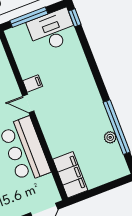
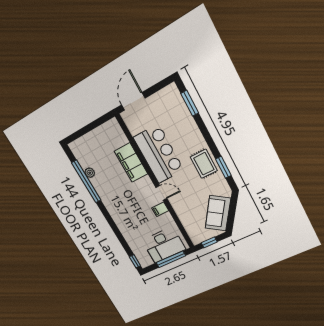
desk: (52, 31) -> (164, 245), moved
filing cabinet: (70, 175) -> (131, 163), moved

